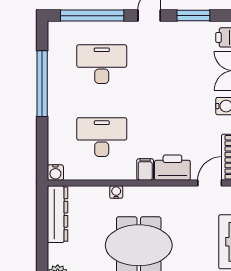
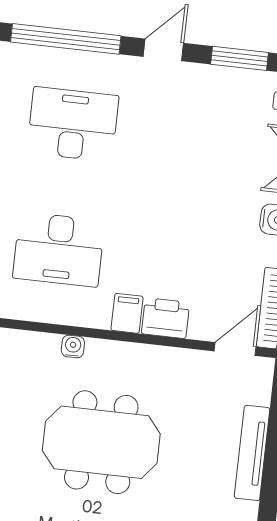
desk: (102, 137) -> (59, 249), turned 180
printer: (172, 168) -> (165, 318), width x0.73, depth x0.84

